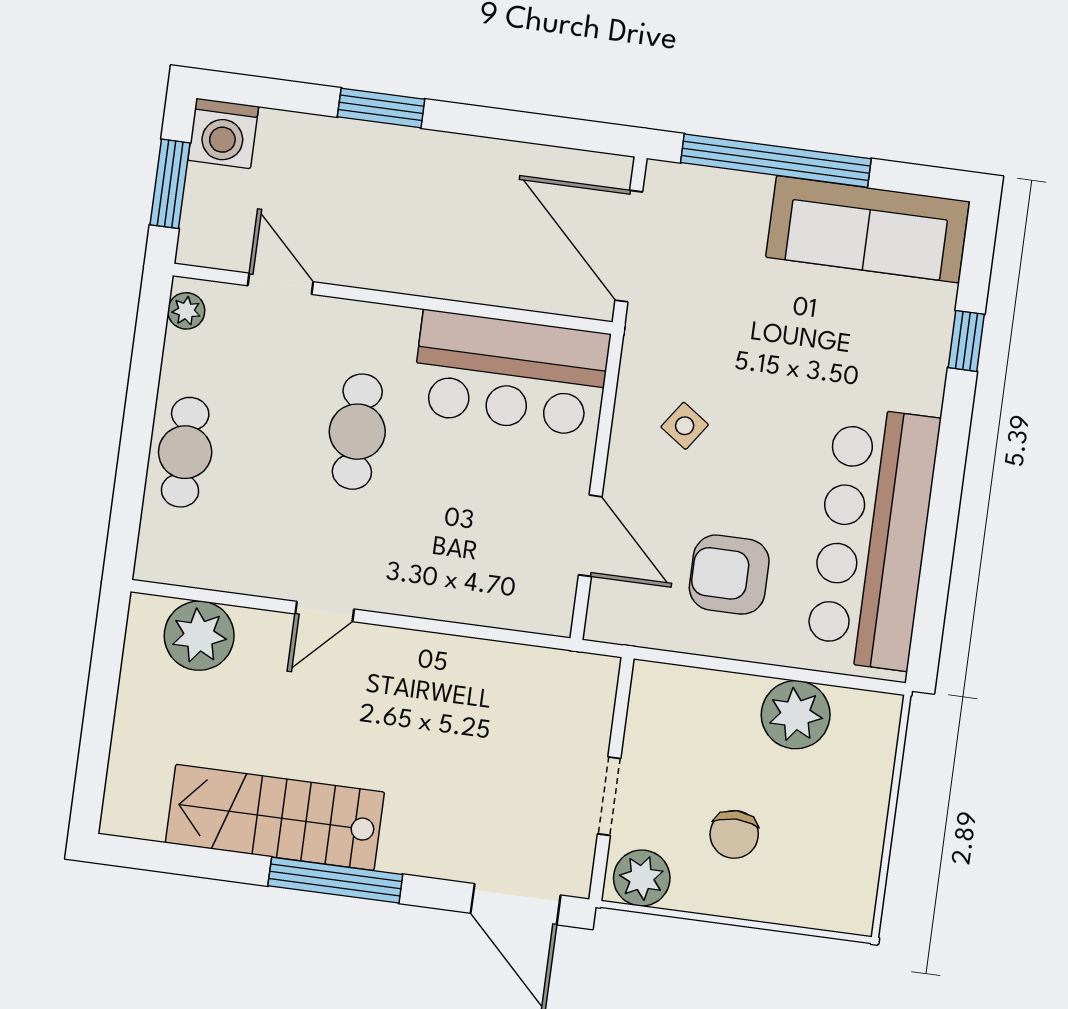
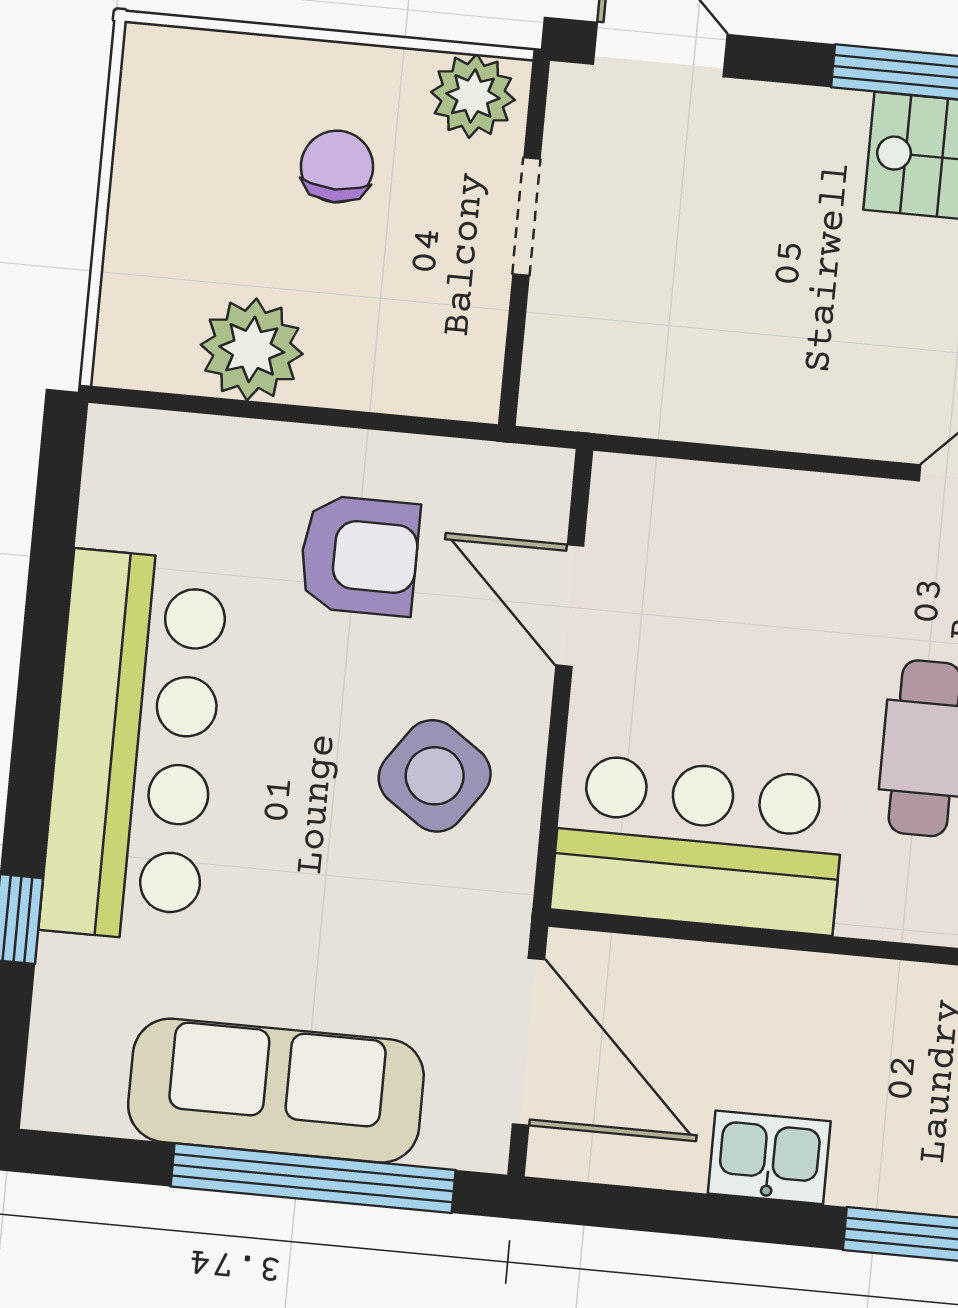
kitchen sink: (471, 163) -> (769, 1157), added
sofa: (868, 229) -> (276, 1091), moved
side table: (685, 426) -> (435, 776), width x1.87, depth x1.87
bar counter: (873, 538) -> (134, 746), moved

